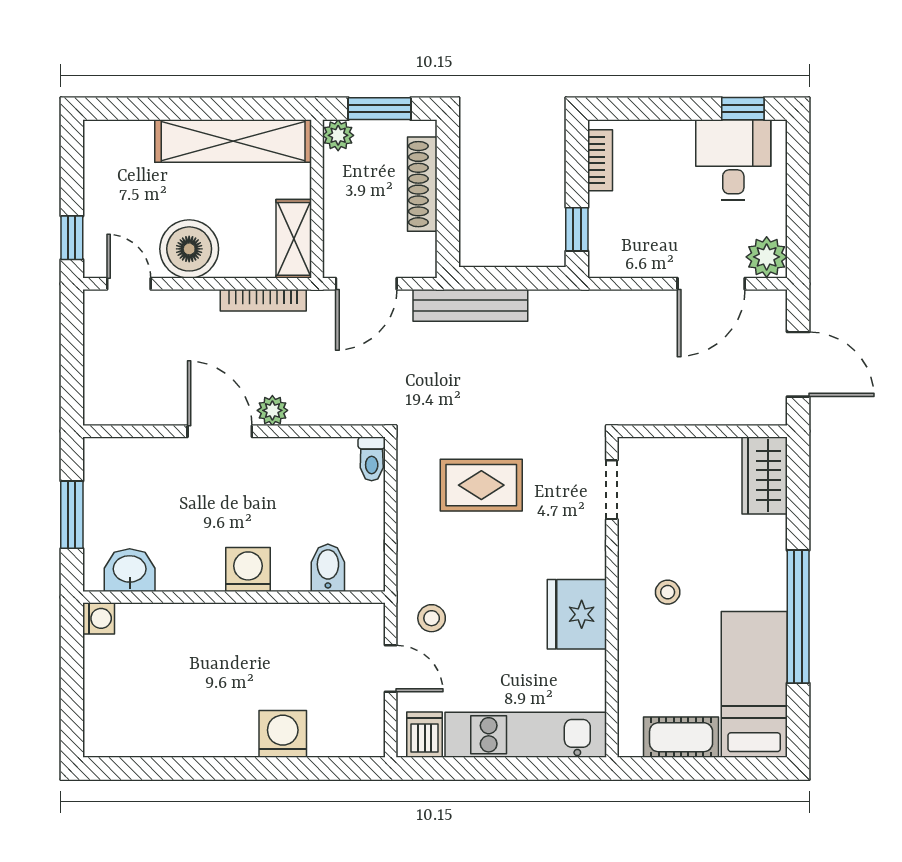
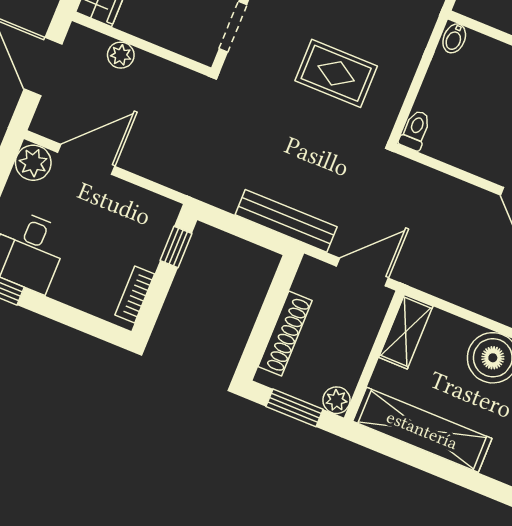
bookcase: (263, 300) -> (450, 293), removed
plant: (272, 410) -> (121, 55), moved
bidet: (328, 568) -> (454, 38), moved, width x0.72, depth x0.74

